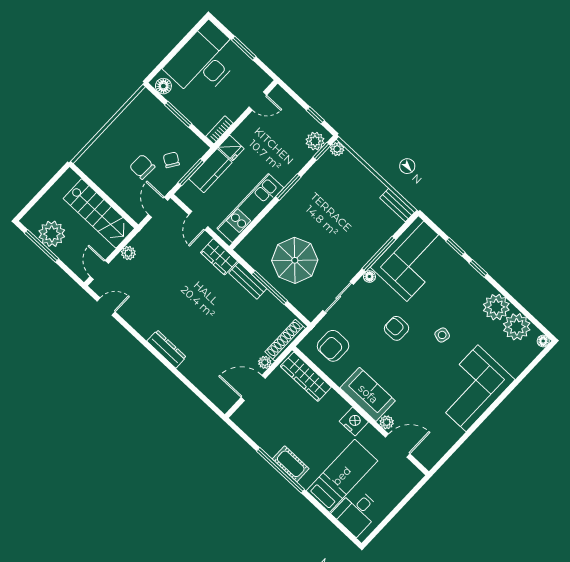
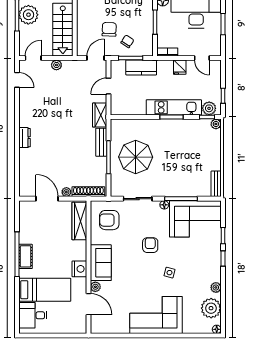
fridge: (231, 148) -> (180, 67), moved
kitchen unit: (250, 208) -> (174, 107), moved
plant: (496, 307) -> (216, 287), width x0.53, depth x0.53
dresser: (167, 349) -> (24, 138), width x0.70

